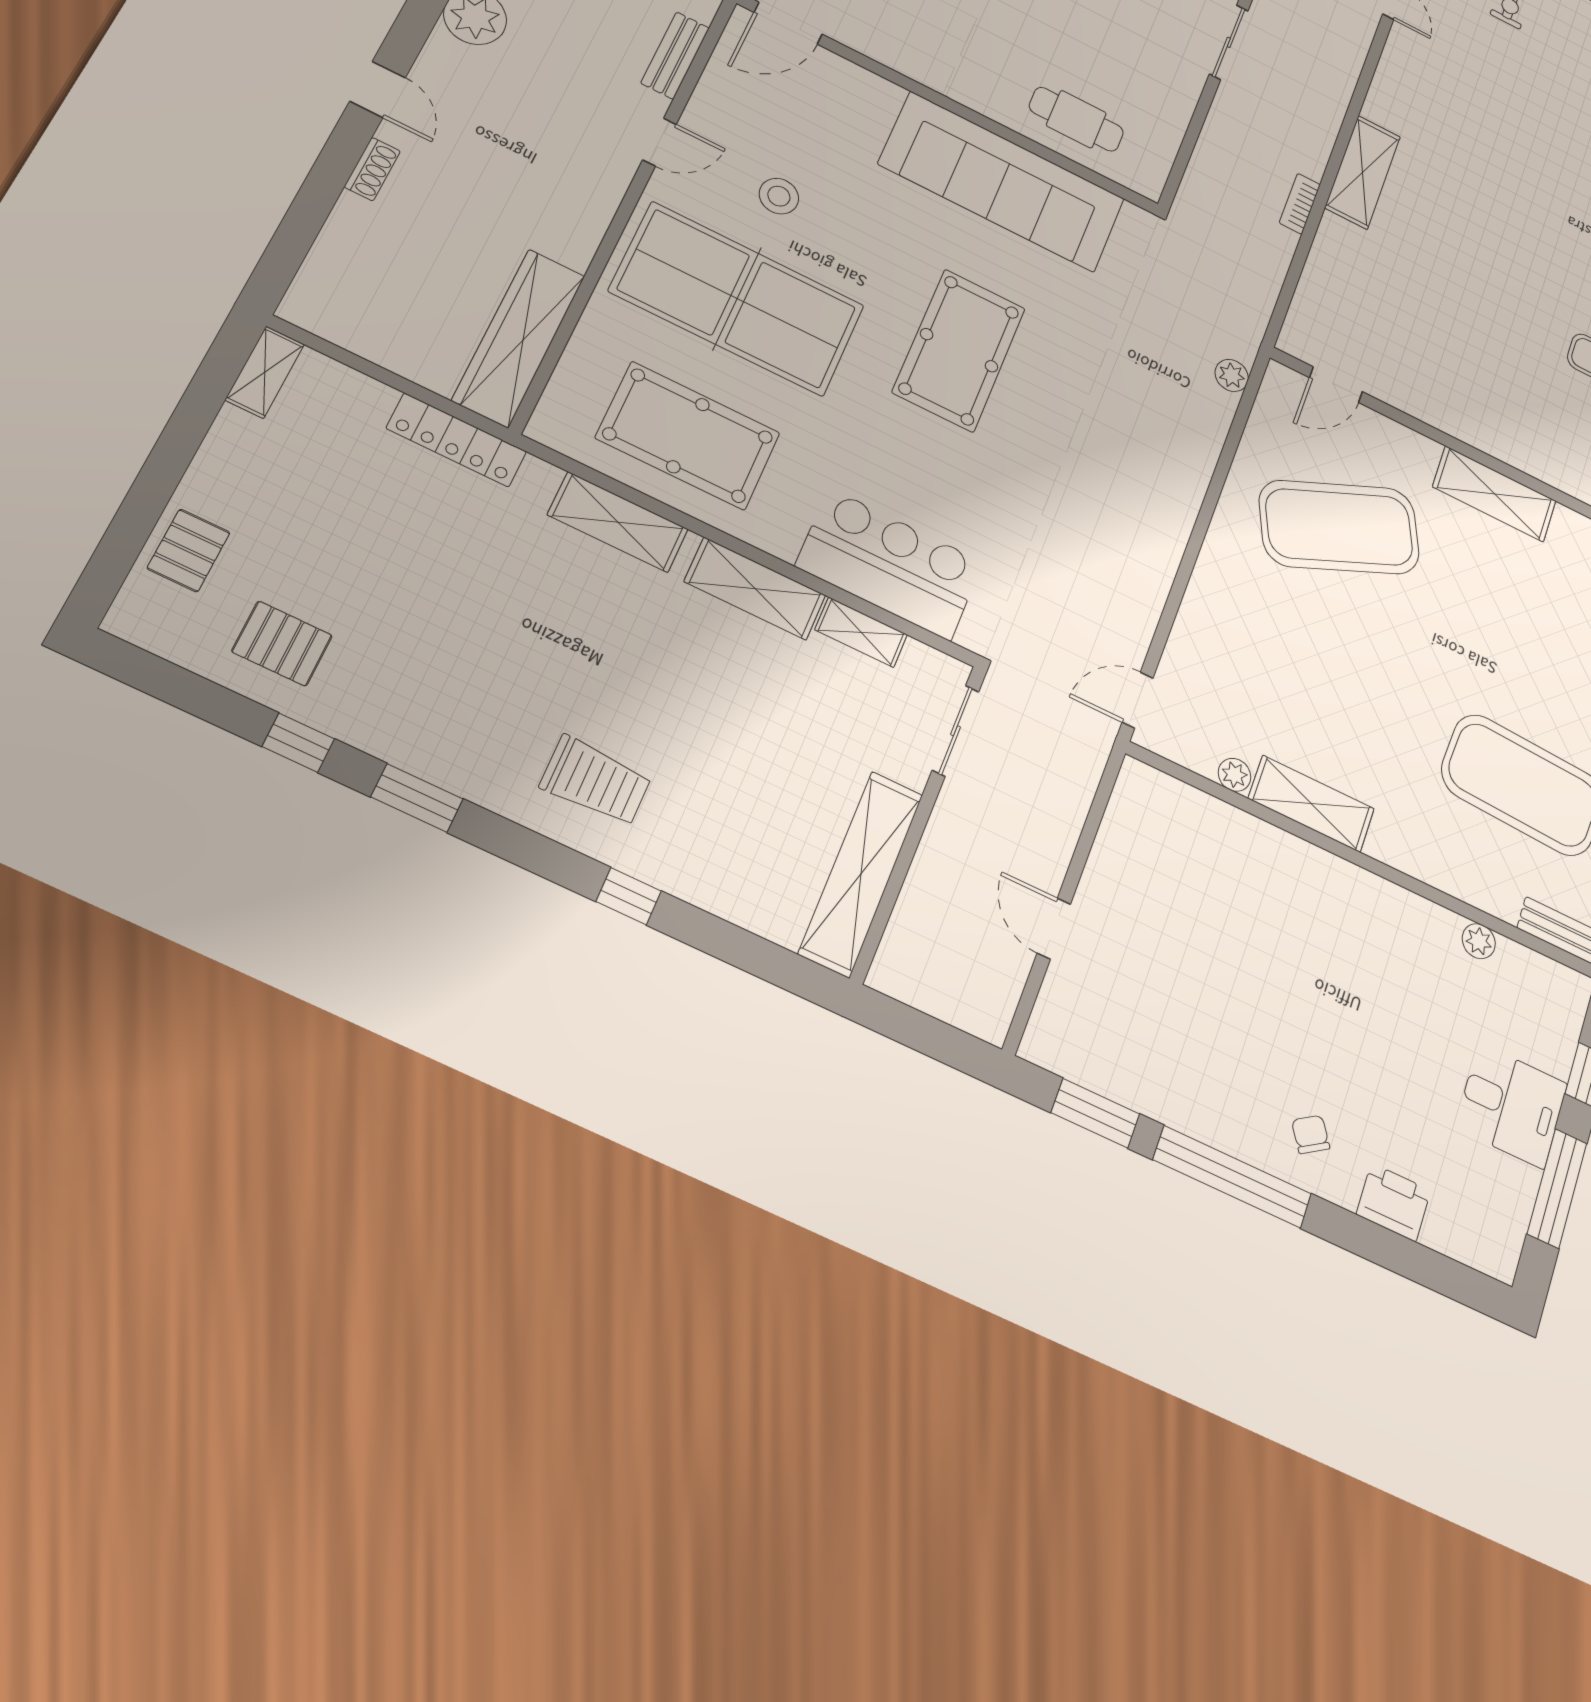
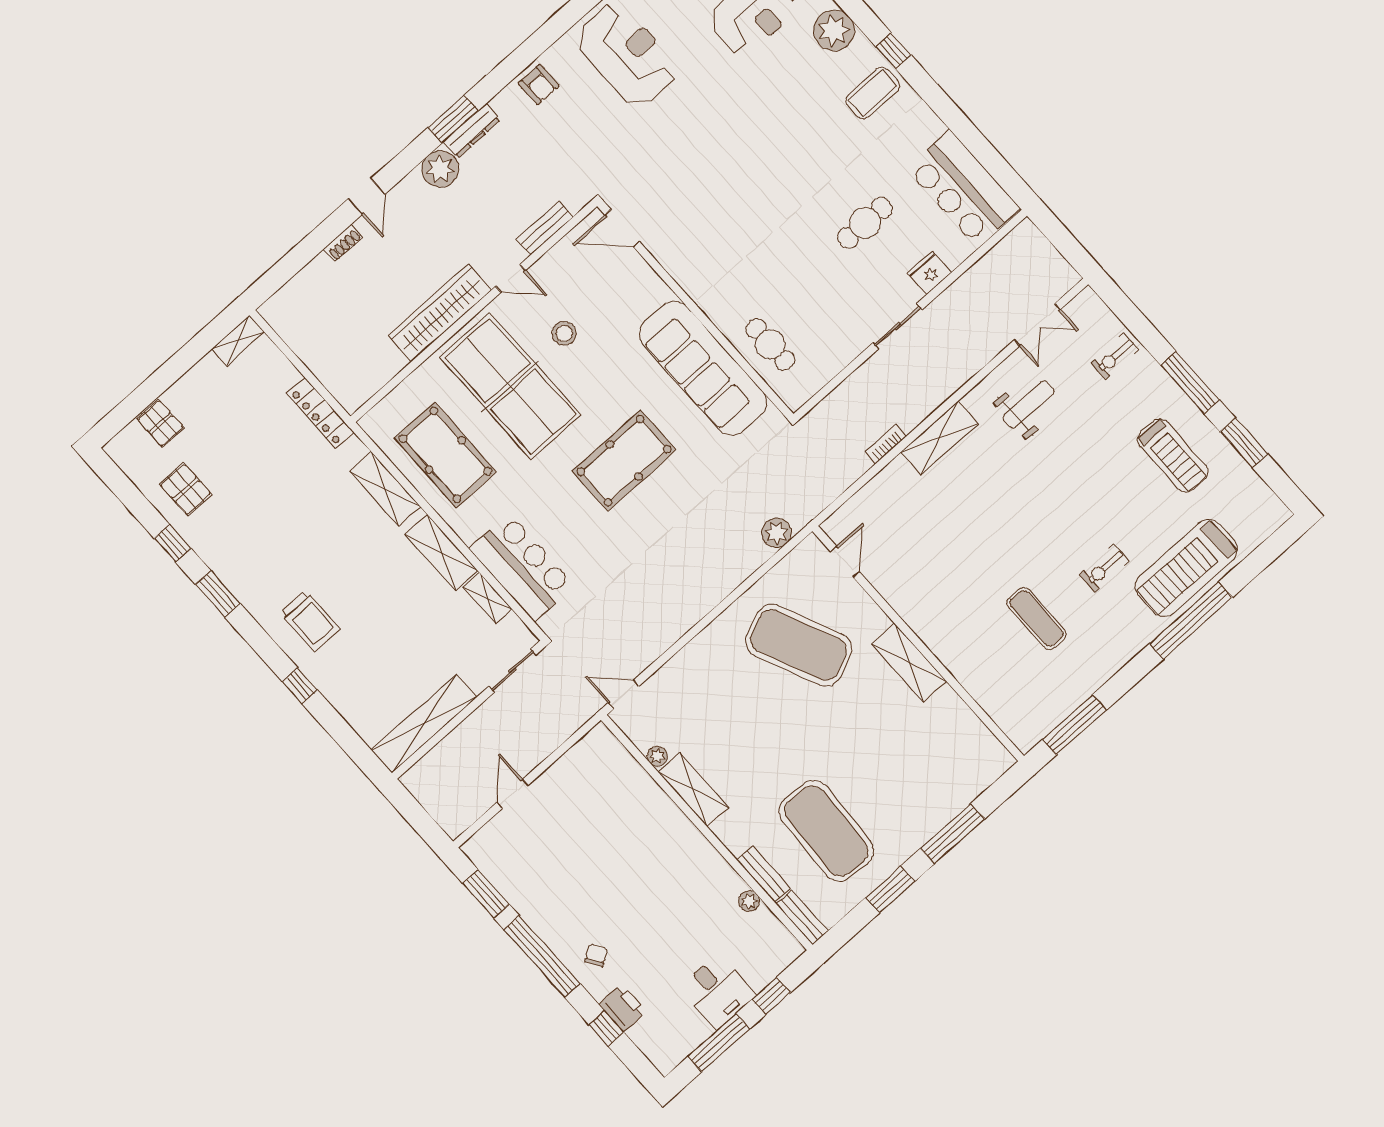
weight bench: (1447, 91) -> (1029, 405), added
wardrobe: (519, 338) -> (440, 313), moved
plant: (1232, 375) -> (776, 533), width x1.38, depth x1.38
door: (1336, 385) -> (845, 562), swing flipped
pallet: (189, 550) -> (161, 423), turned 90
bench: (1476, 890) -> (764, 874), added
window: (1388, 1249) -> (606, 1029), added

